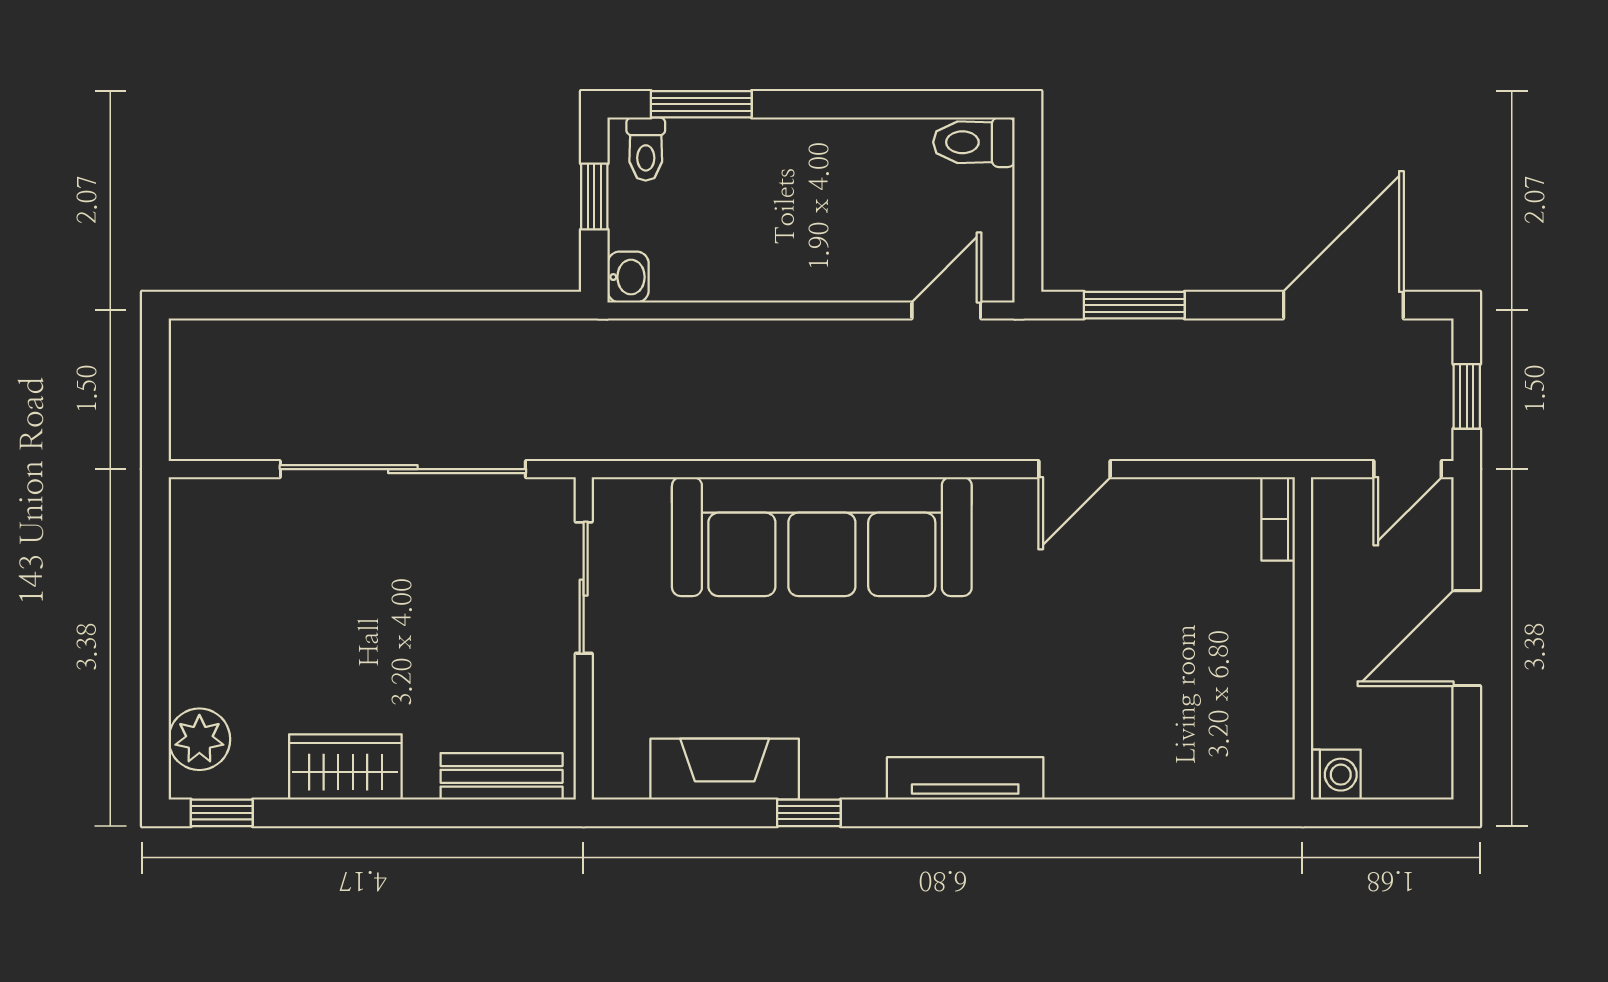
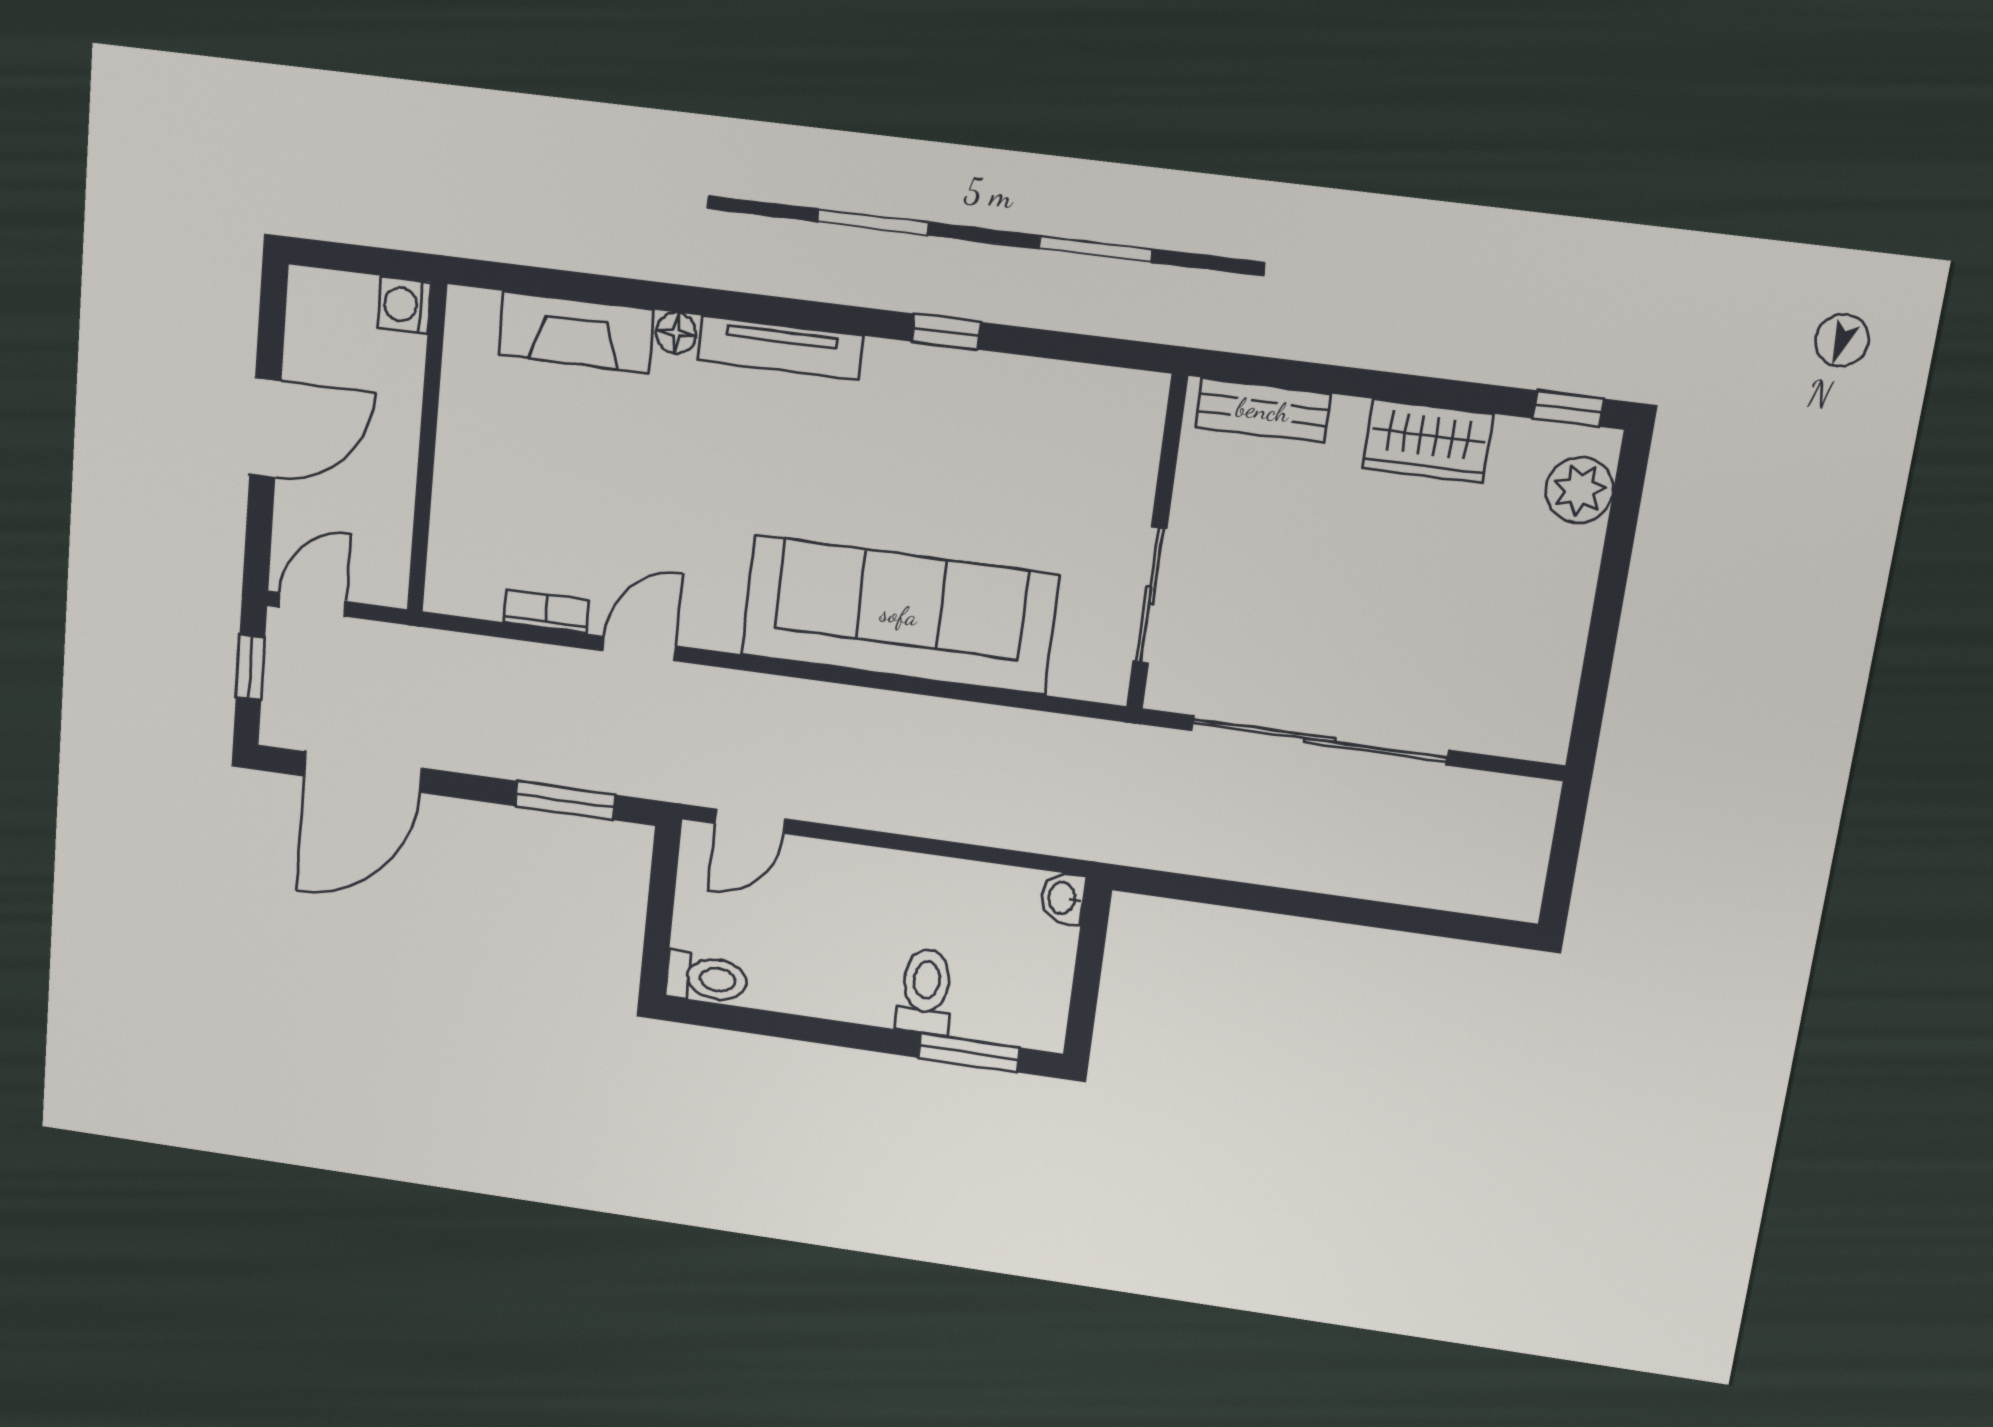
toilet: (646, 149) -> (925, 991), moved, width x1.37, depth x1.39
window: (594, 196) -> (1086, 981), removed
bookcase: (1278, 519) -> (547, 611), moved, turned -90
fireplace: (725, 769) -> (576, 332), moved
floor lamp: (1067, 780) -> (676, 333), added

